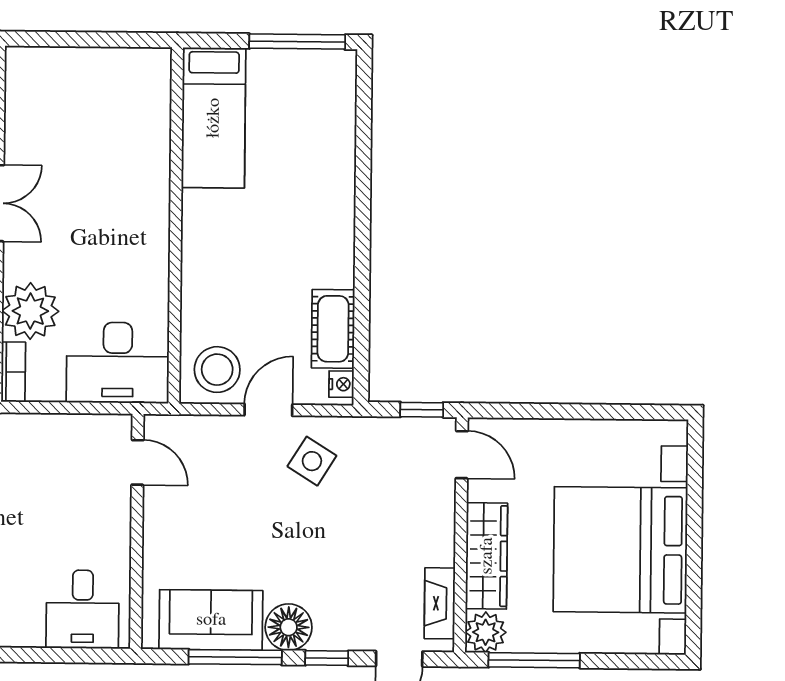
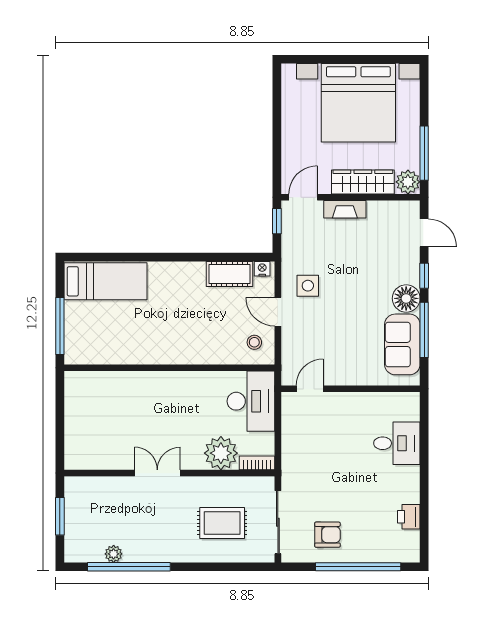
window: (297, 42) -> (60, 326), moved
bed: (214, 118) -> (105, 281), moved
stool: (217, 370) -> (254, 342), width x0.53, depth x0.53
side table: (312, 461) -> (308, 286), turned -32
fireplace: (440, 603) -> (345, 209), moved
desk: (83, 609) -> (397, 443), moved

